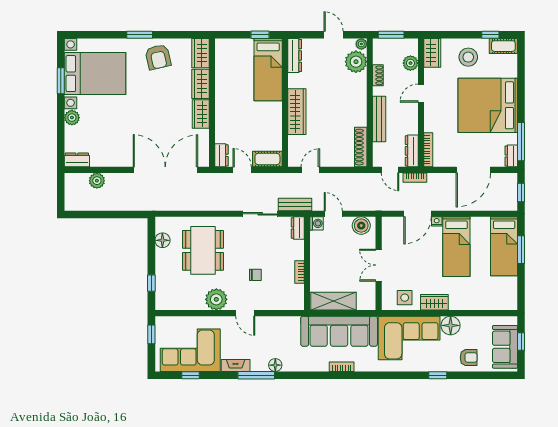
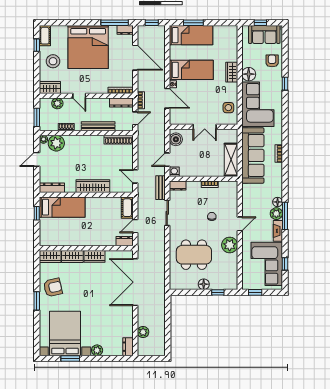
floor lamp: (162, 240) -> (204, 284), moved
wardrobe: (434, 302) -> (232, 72), moved
plant: (259, 363) -> (276, 214), added

